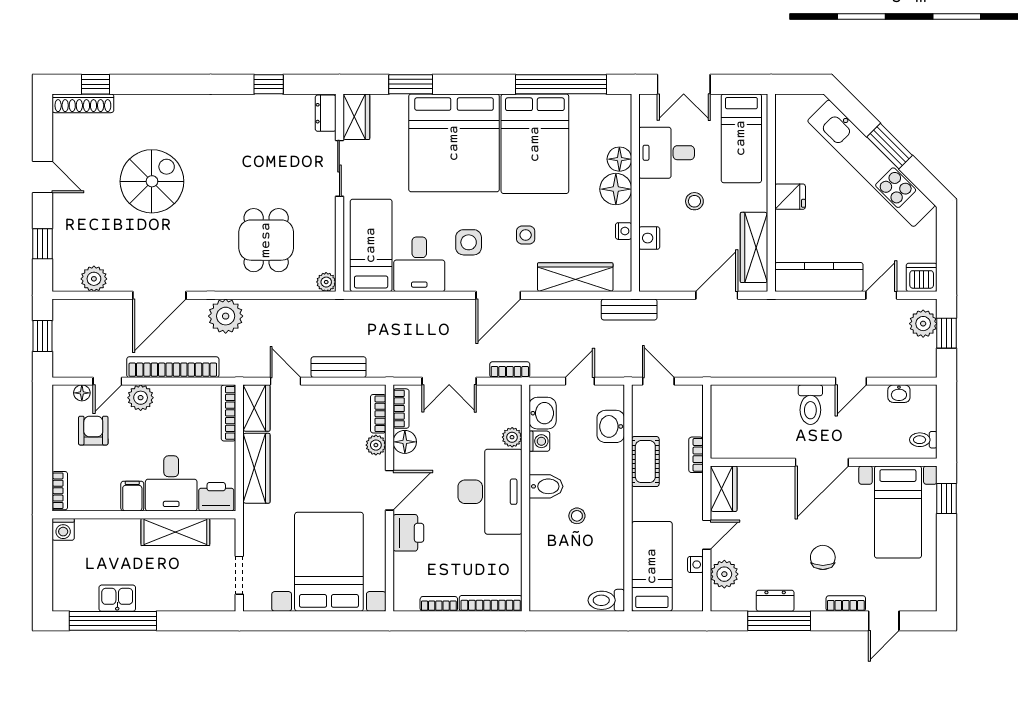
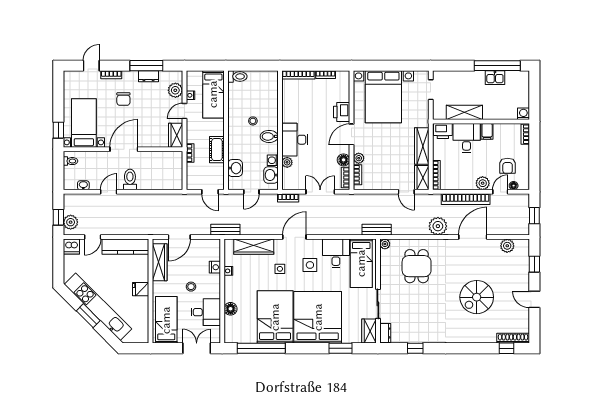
floor lamp: (616, 189) -> (232, 293), removed
bench: (339, 367) -> (377, 230), moved
desk: (490, 492) -> (295, 140), width x0.73, depth x0.77

